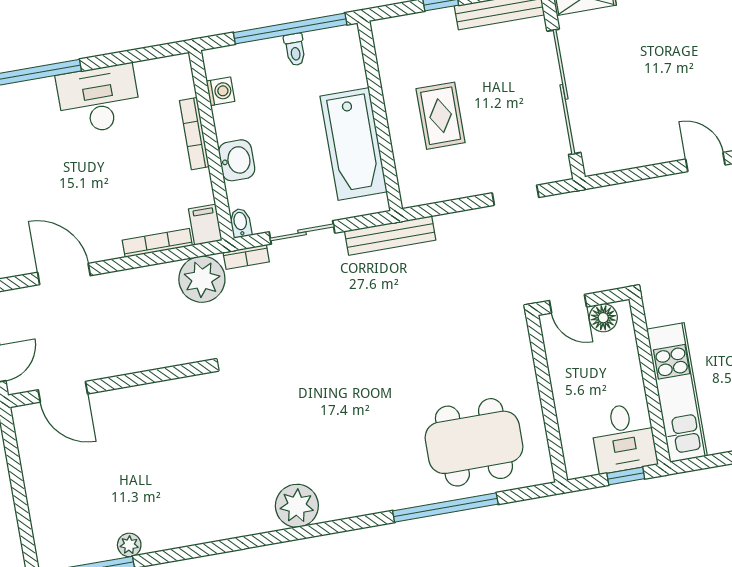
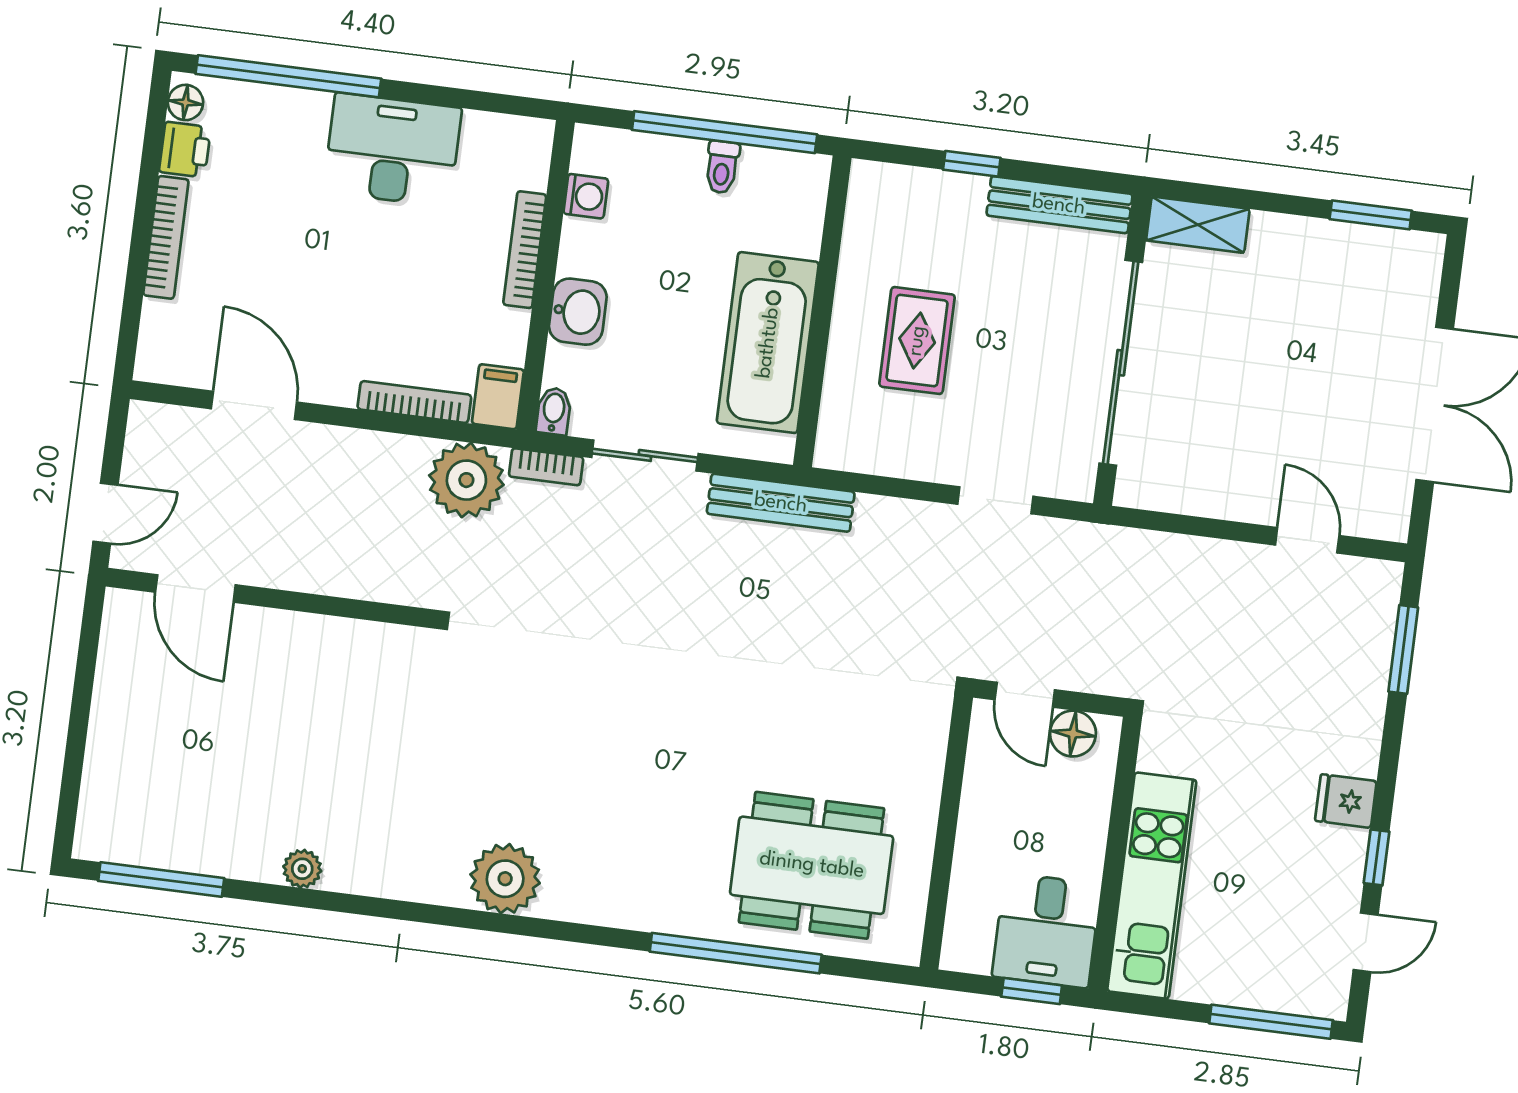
plant: (129, 545) -> (302, 869), moved

